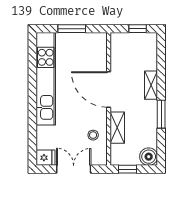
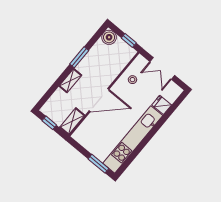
window: (72, 29) -> (98, 164), moved
door: (109, 89) -> (99, 100), hinge flipped
shelving: (117, 128) -> (72, 121), moved
fridge: (45, 158) -> (162, 105), moved

